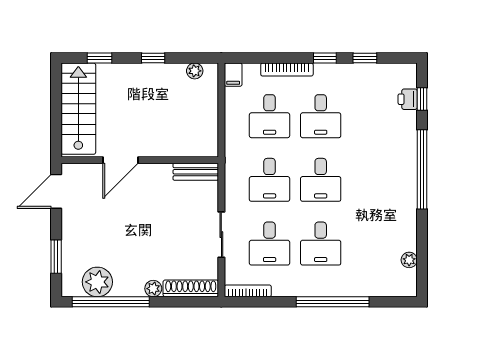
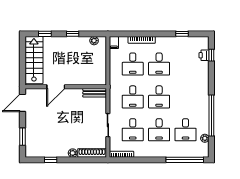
window: (325, 58) -> (161, 34), removed
window: (422, 169) -> (211, 115), moved
desk: (372, 244) -> (186, 130), added
plant: (97, 282) -> (44, 150), removed
window: (111, 302) -> (51, 160), width x0.32
window: (333, 302) -> (185, 160), moved

